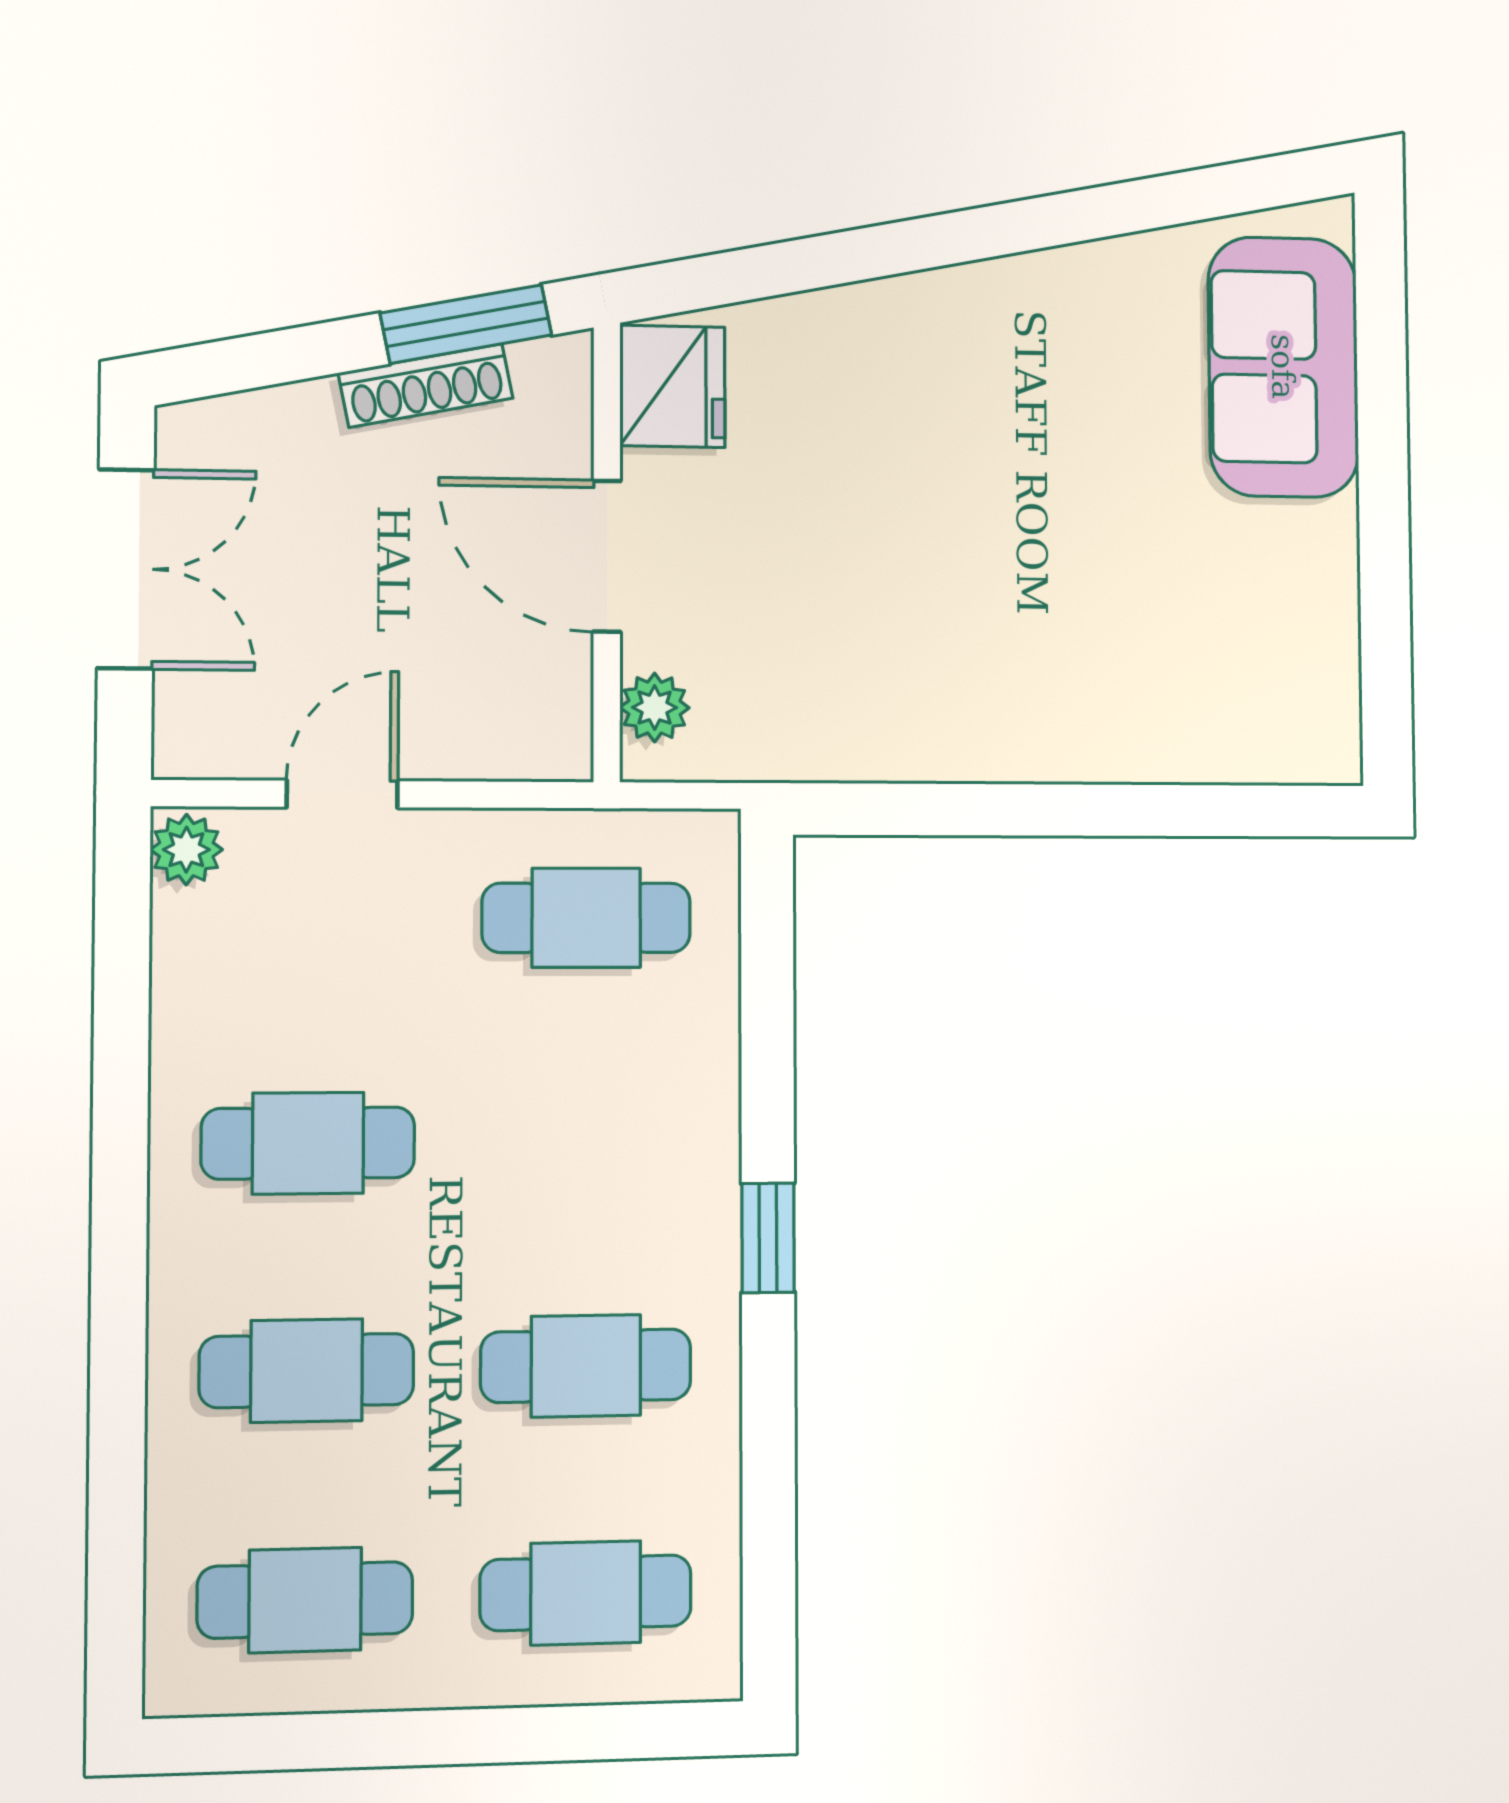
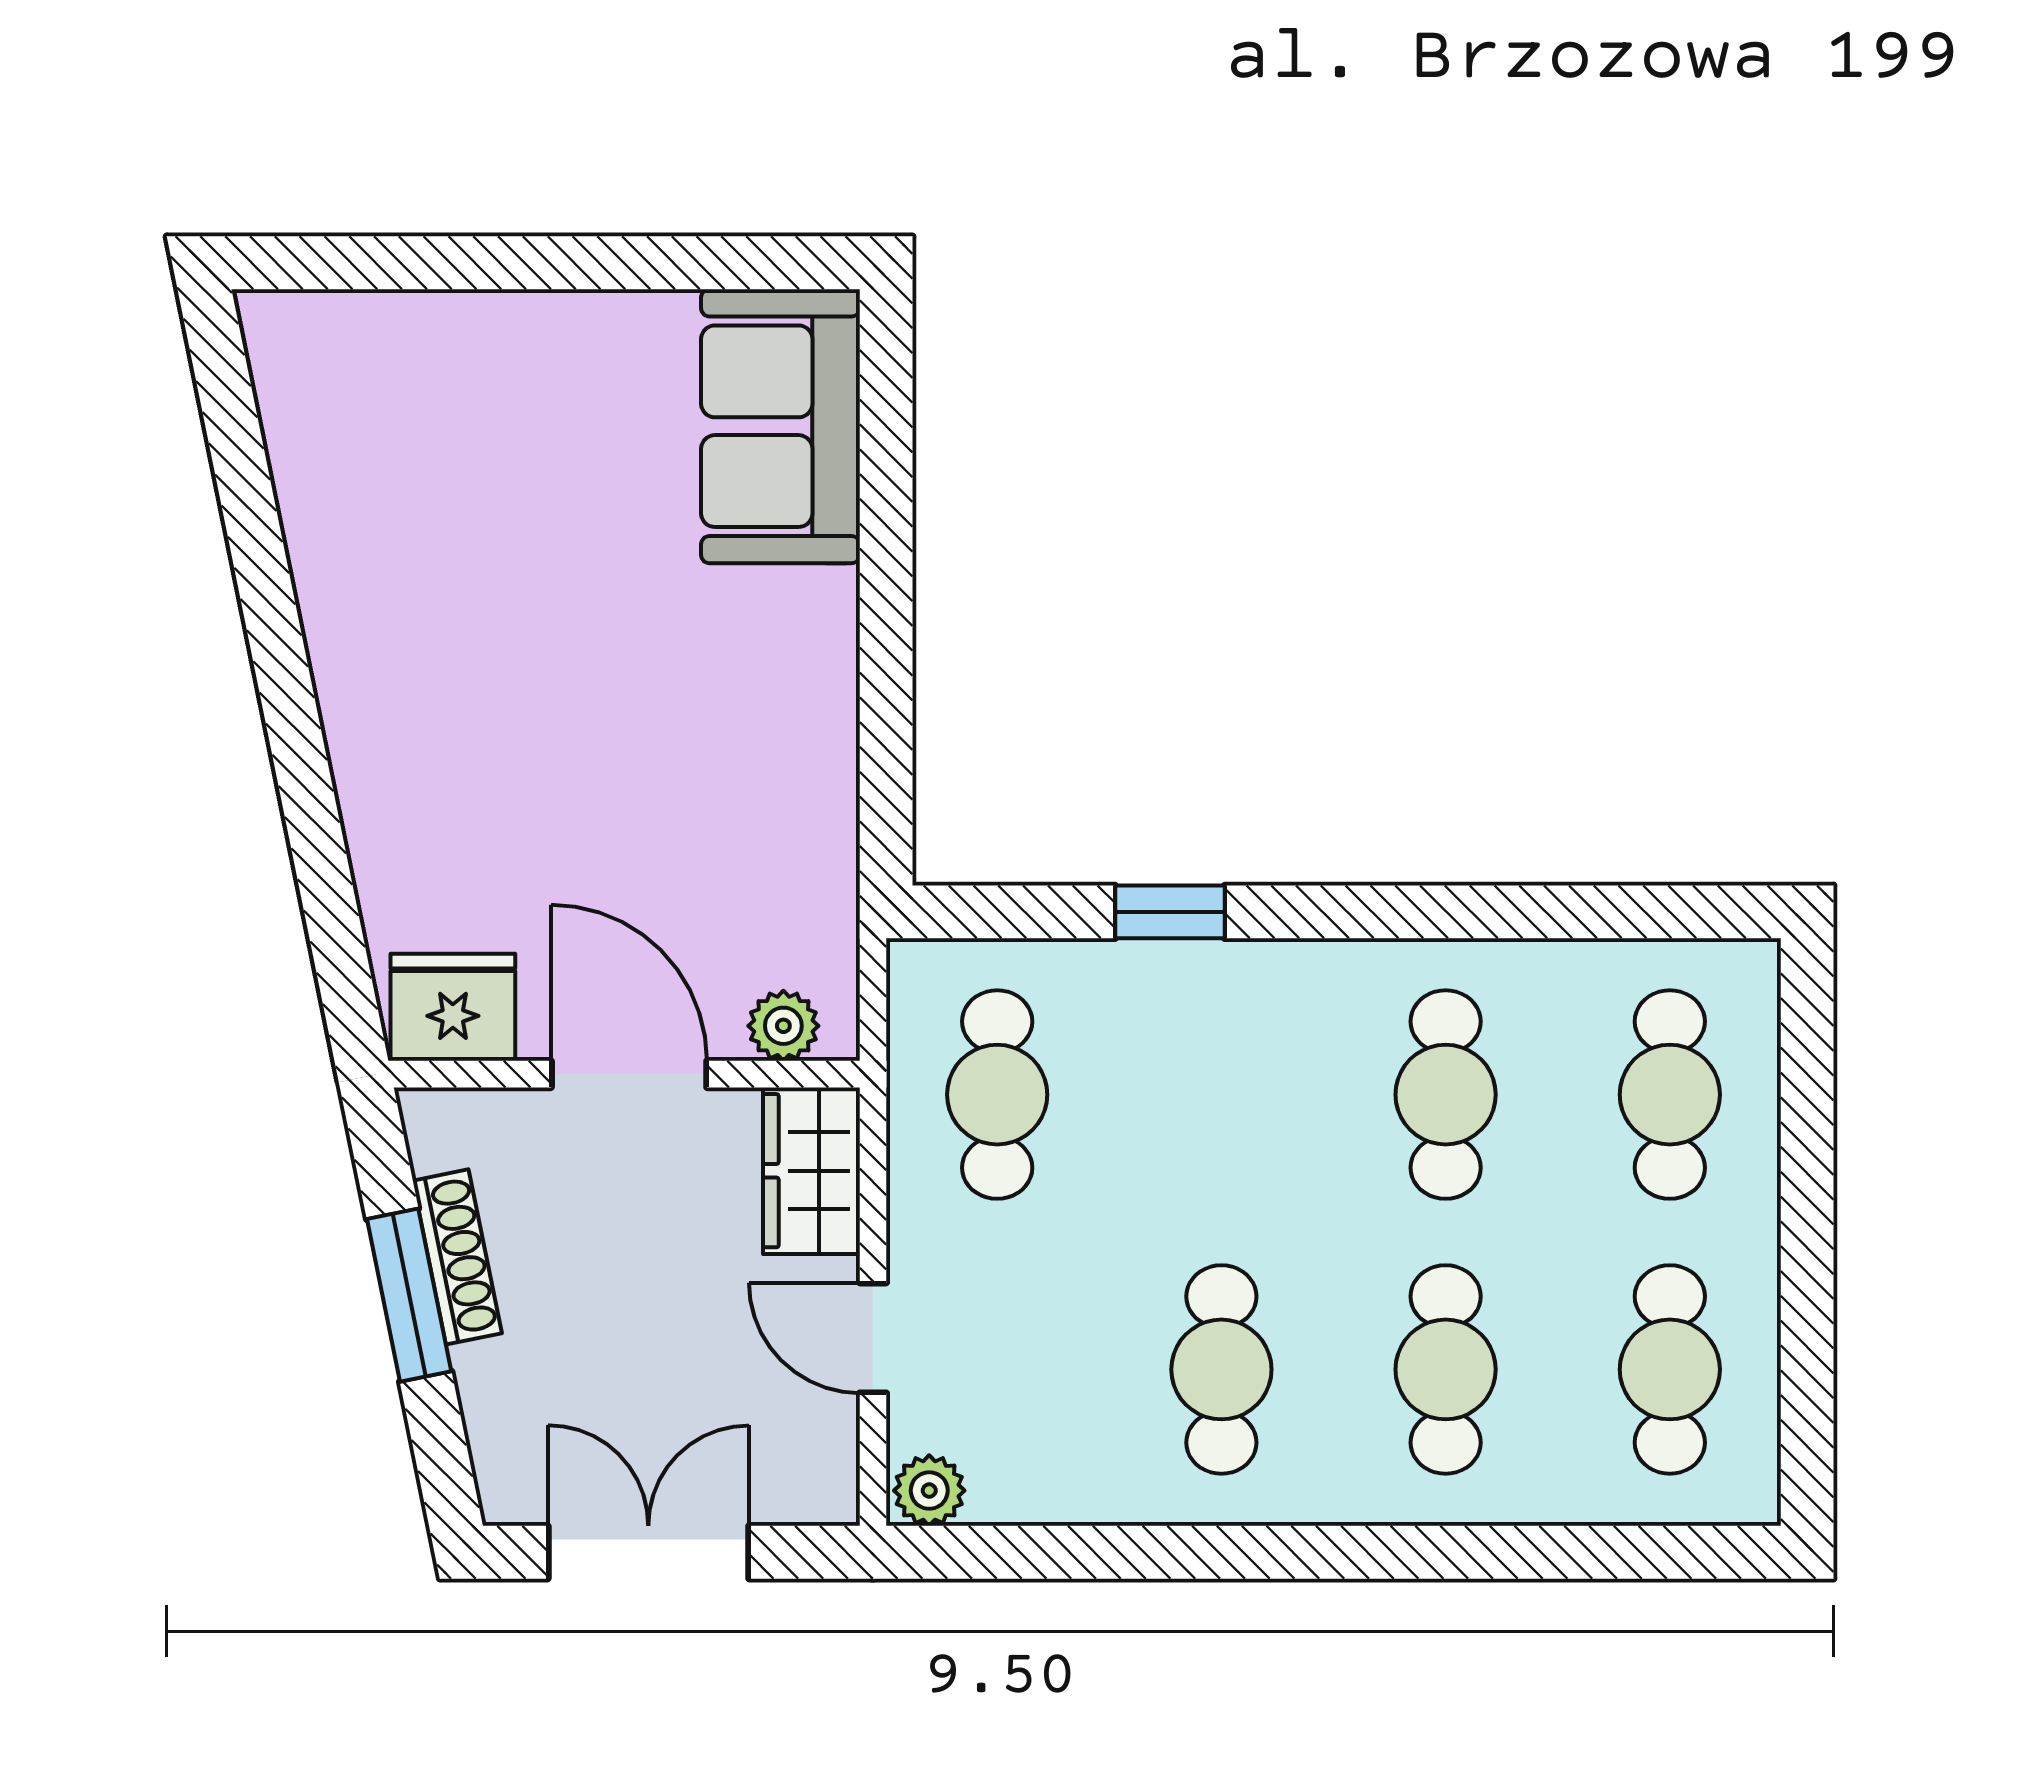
window: (466, 324) -> (409, 1295), moved
sofa: (1283, 367) -> (781, 426), moved, turned 90
door: (607, 556) -> (629, 1074), swing flipped
wardrobe: (511, 734) -> (811, 1171), added
window: (768, 1238) -> (1170, 912), moved

